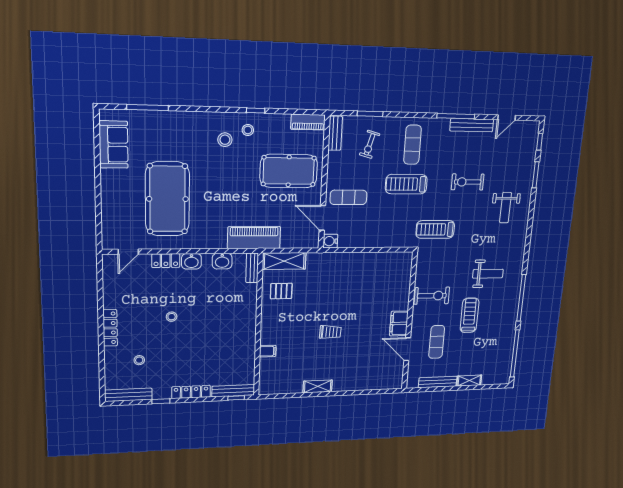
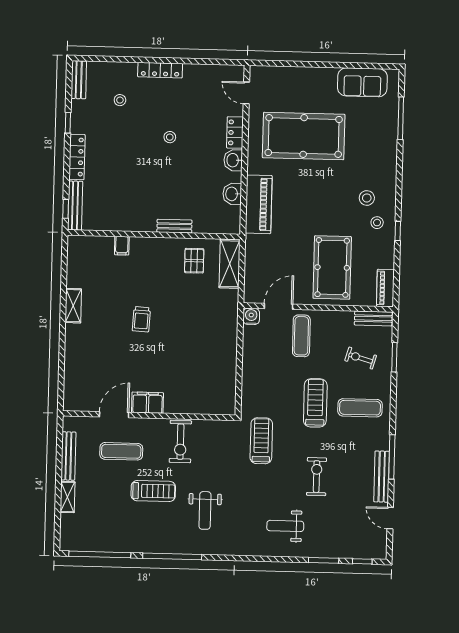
piano: (254, 238) -> (259, 204), moved
bench: (252, 268) -> (174, 226), moved
bench: (128, 395) -> (79, 80), width x0.73

